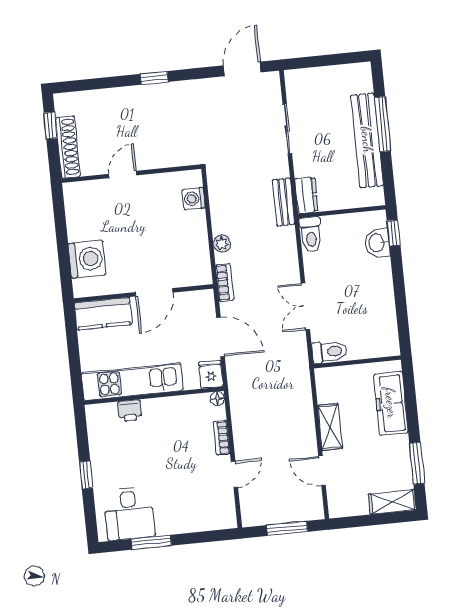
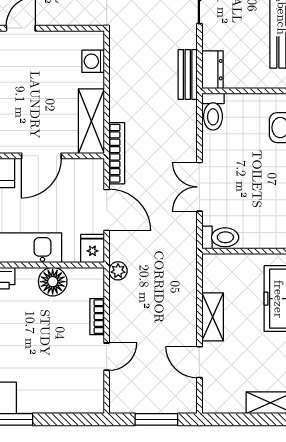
plant: (222, 244) -> (118, 271), moved
shelving: (198, 255) -> (91, 121), added
bookcase: (225, 283) -> (117, 153), width x1.56
floor lamp: (217, 399) -> (53, 282), moved, width x1.89, depth x1.89

